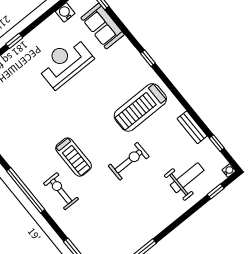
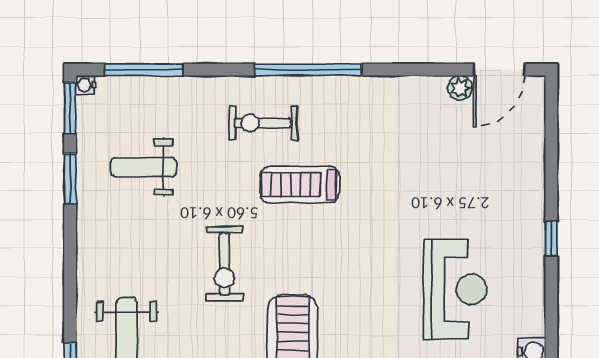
exercise bike: (61, 191) -> (263, 123), turned 180
weight bench: (117, 224) -> (144, 167), added

